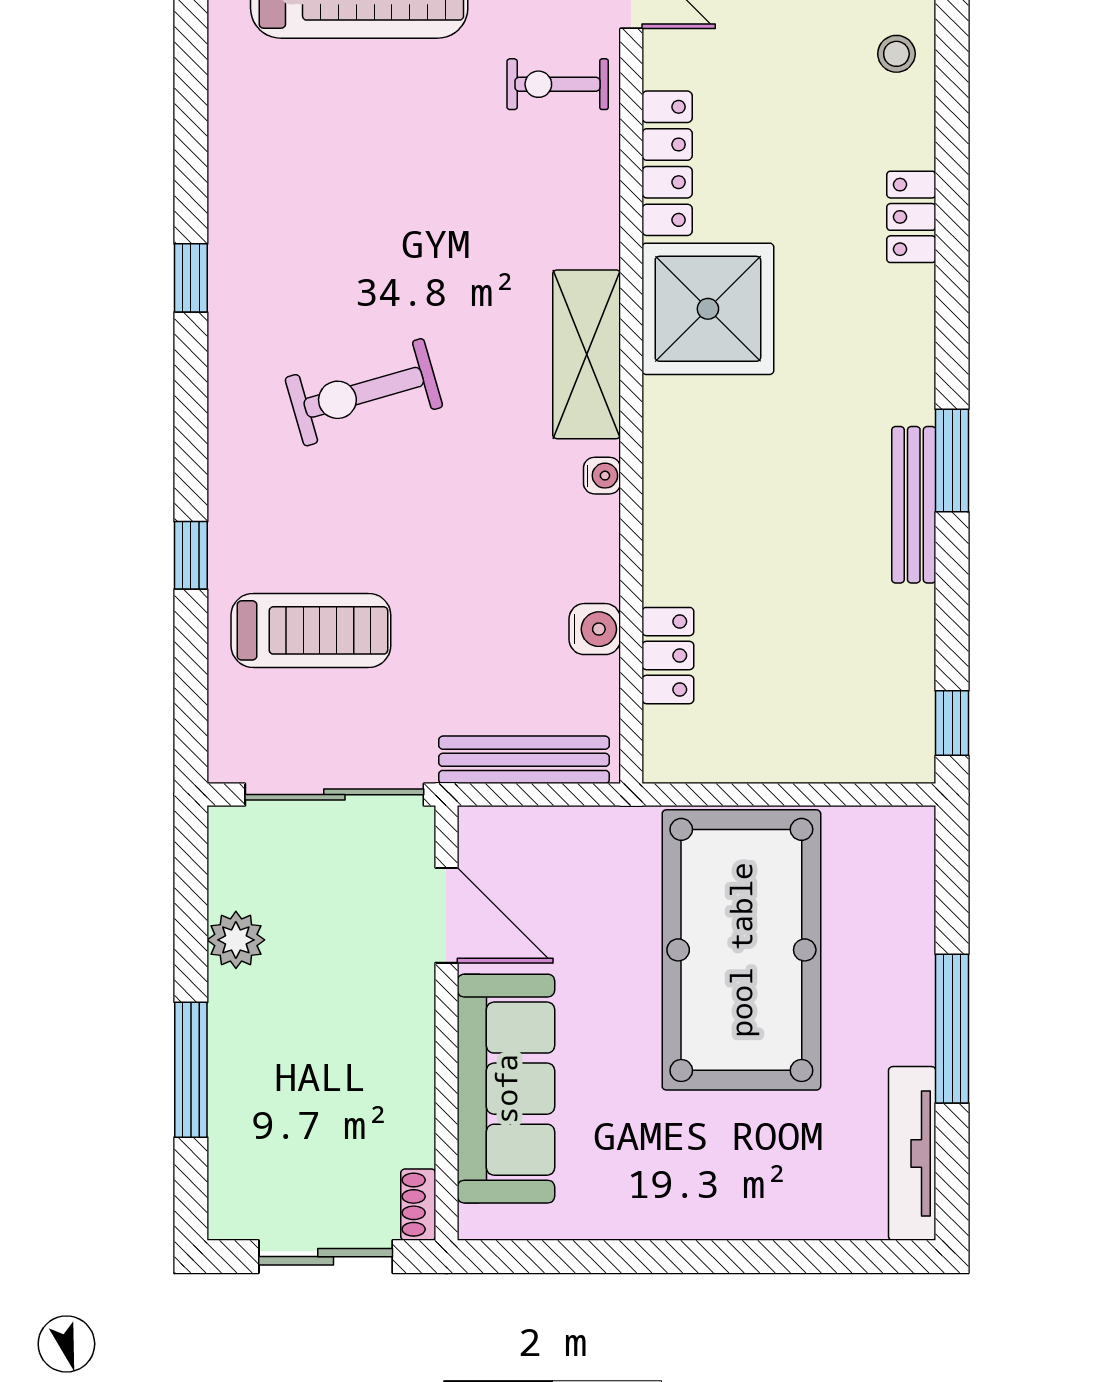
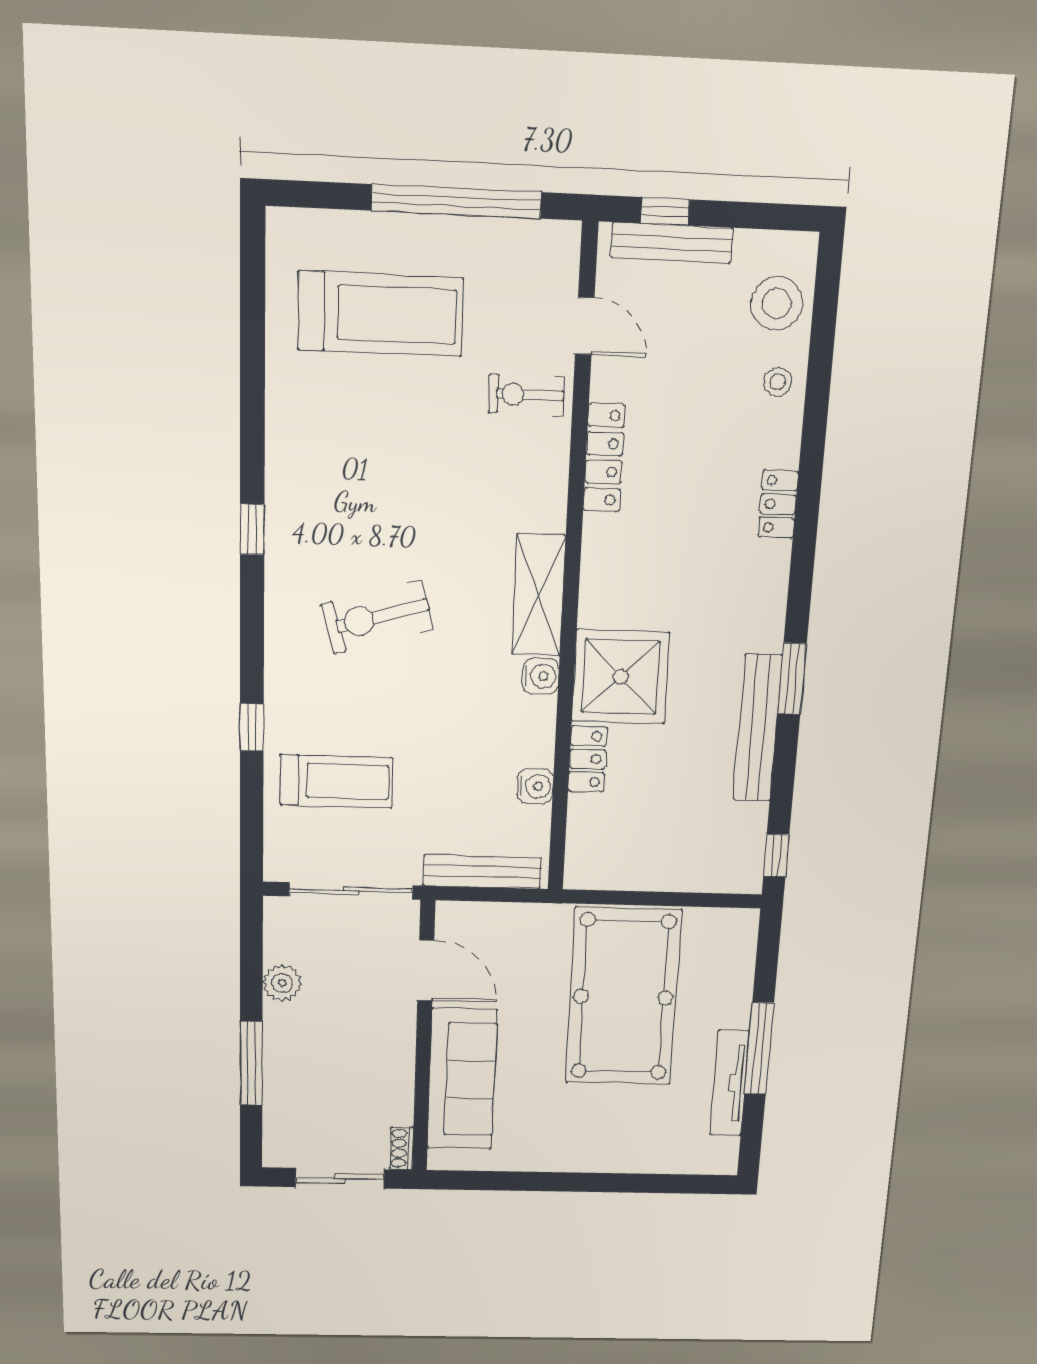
shower: (708, 309) -> (621, 677), moved
water cooler: (602, 476) -> (541, 676), width x1.38, depth x1.38
bench: (914, 505) -> (758, 728), width x1.37, depth x1.21
locker: (668, 656) -> (588, 759), moved
tv unit: (912, 1153) -> (730, 1083), moved

